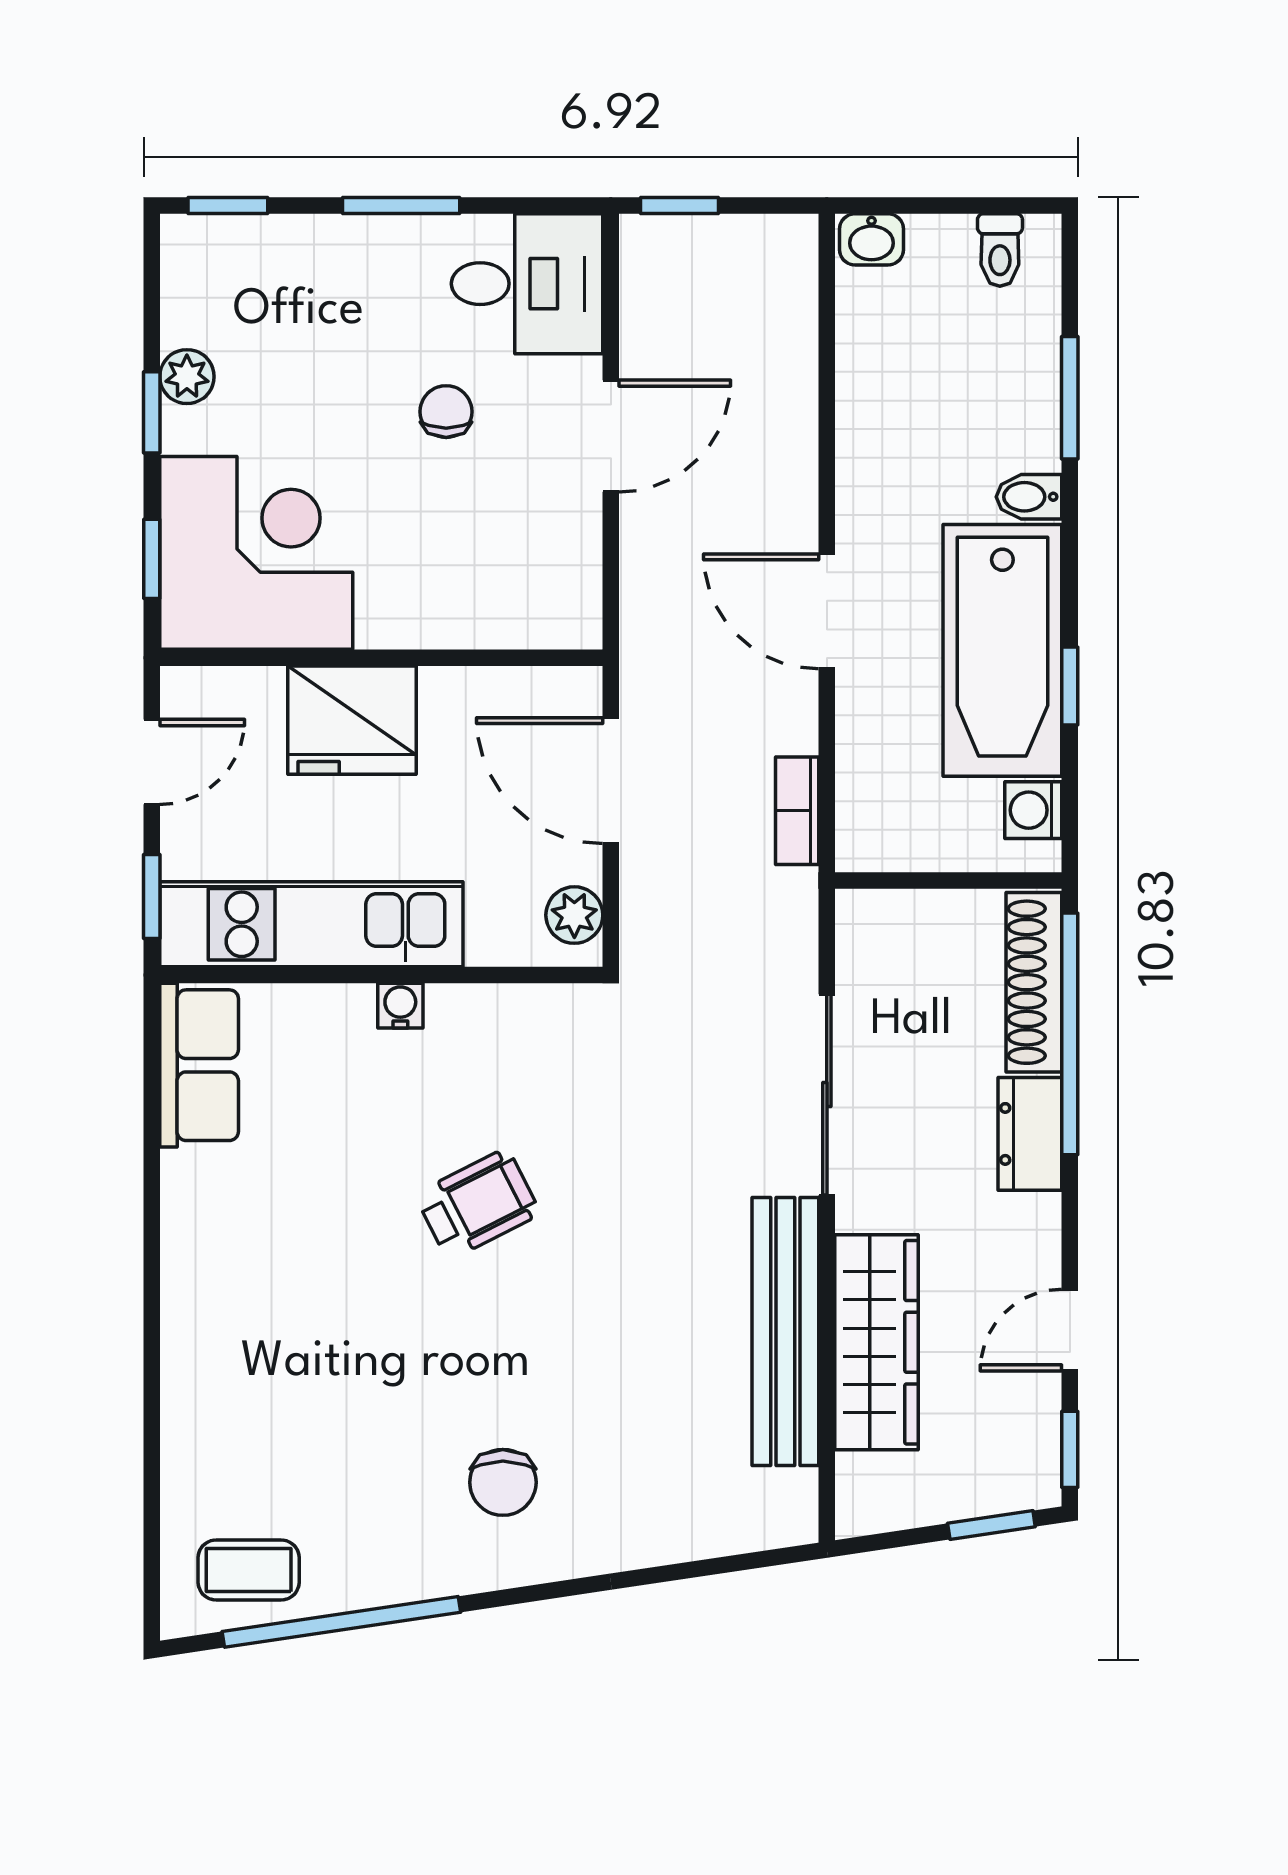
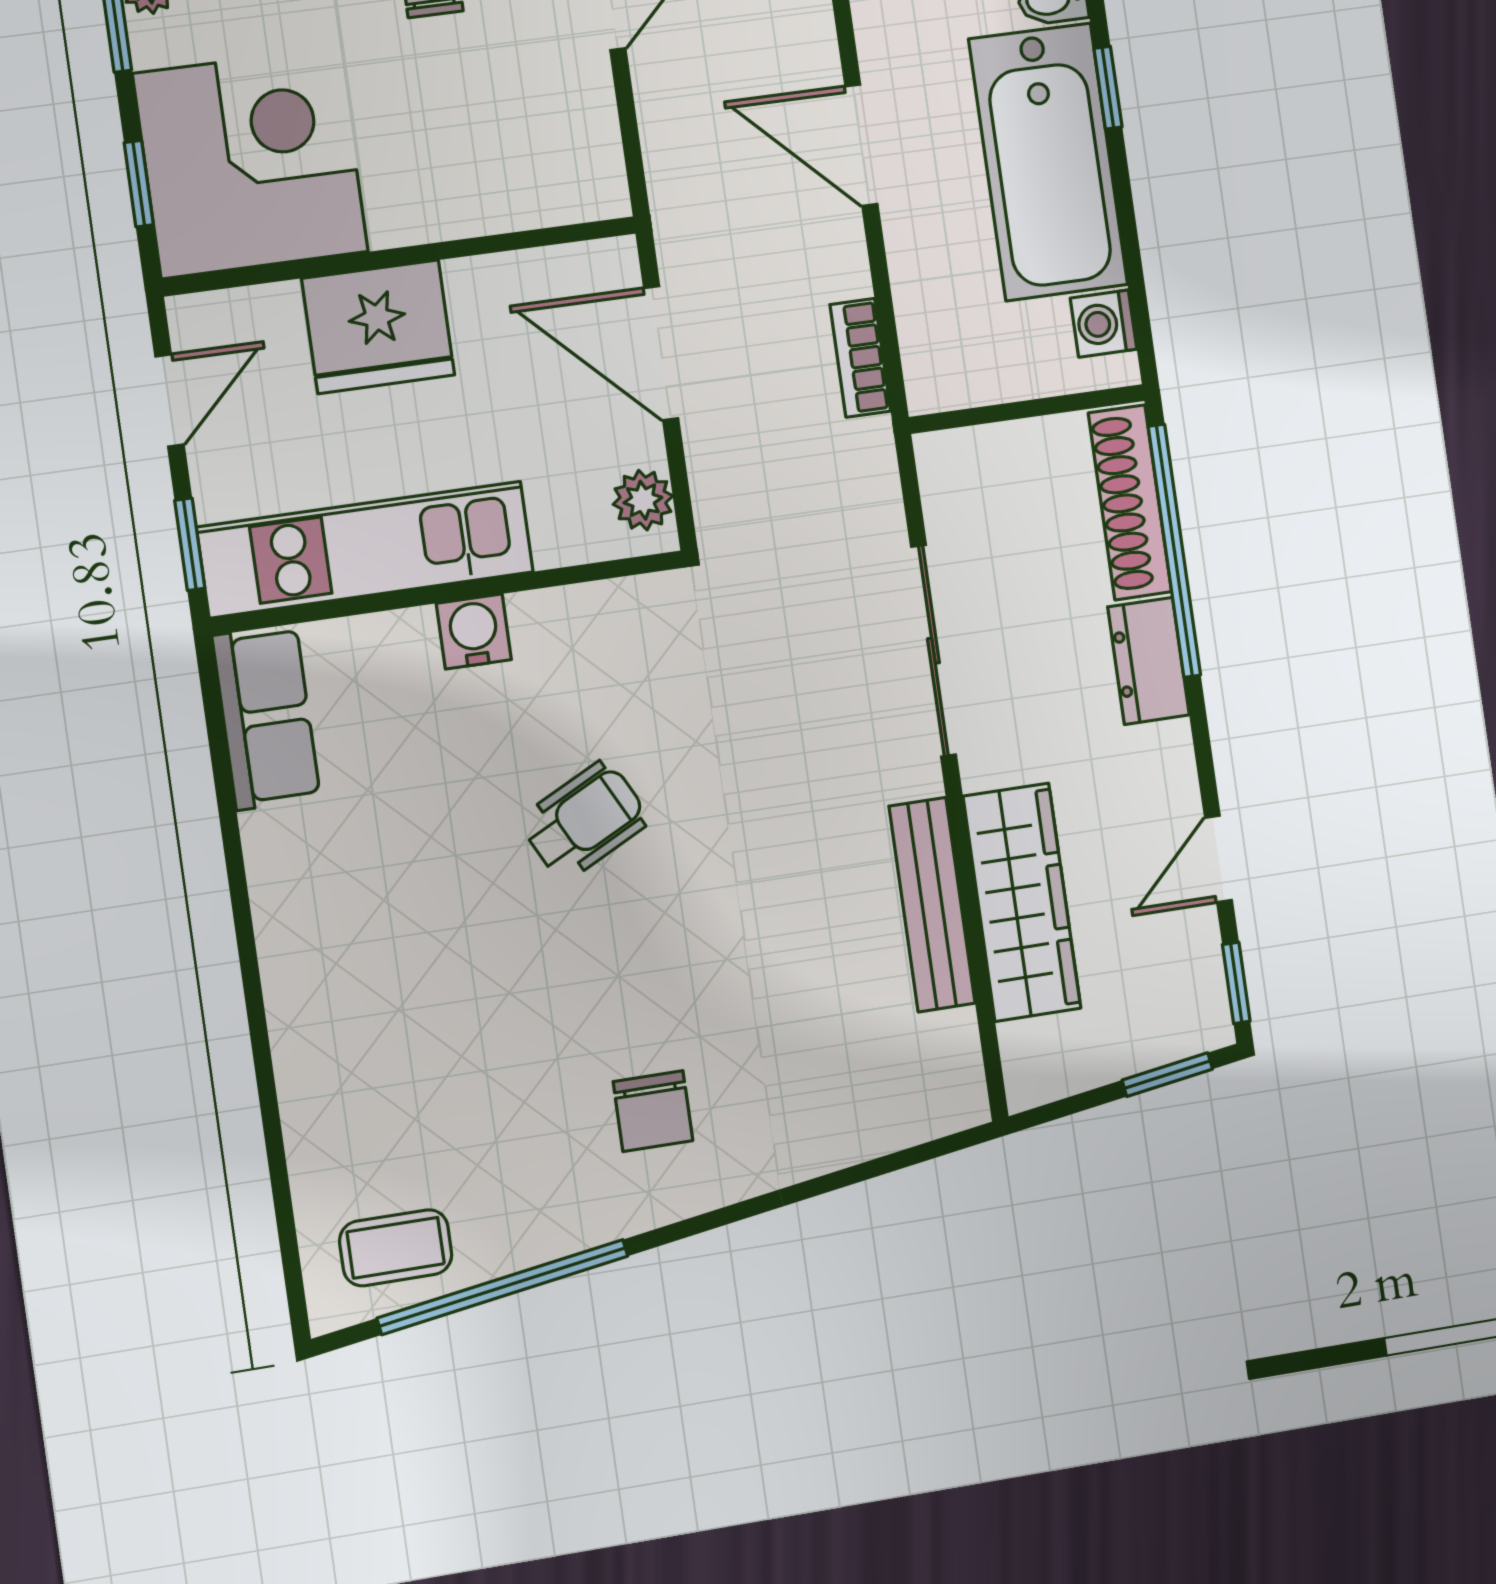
window: (1070, 686) -> (1108, 88), moved
water cooler: (400, 1006) -> (474, 631), width x1.38, depth x1.38
bench: (785, 1332) -> (932, 905), width x0.73, depth x0.82

